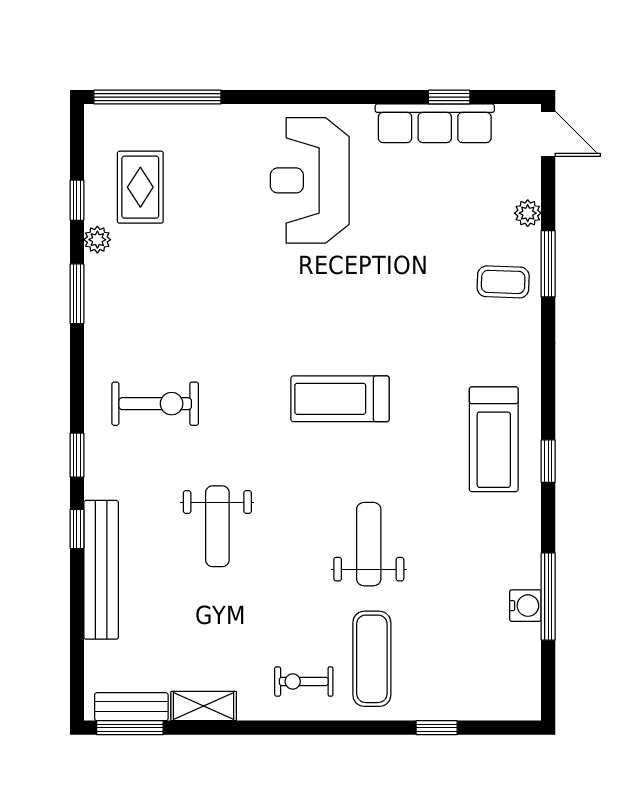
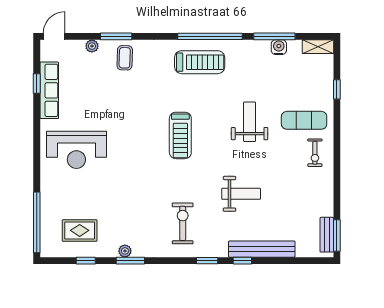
plant: (97, 240) -> (125, 251), moved
window: (548, 461) -> (210, 36), width x3.17
weight bench: (369, 544) -> (250, 122), turned 90
shelving: (204, 706) -> (318, 47), moved, turned 90

